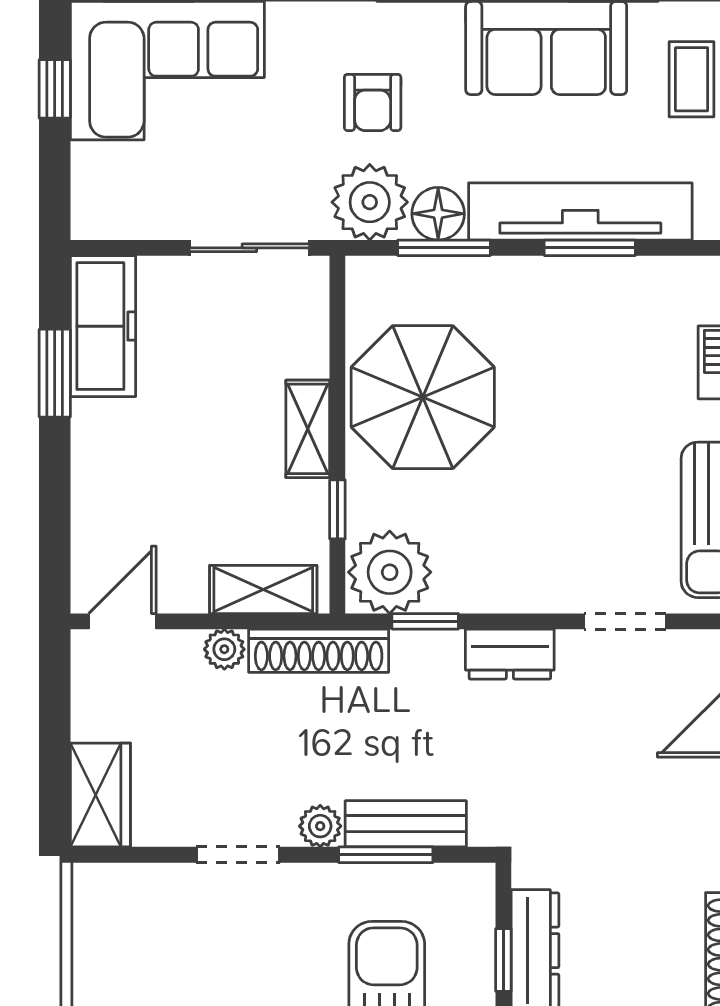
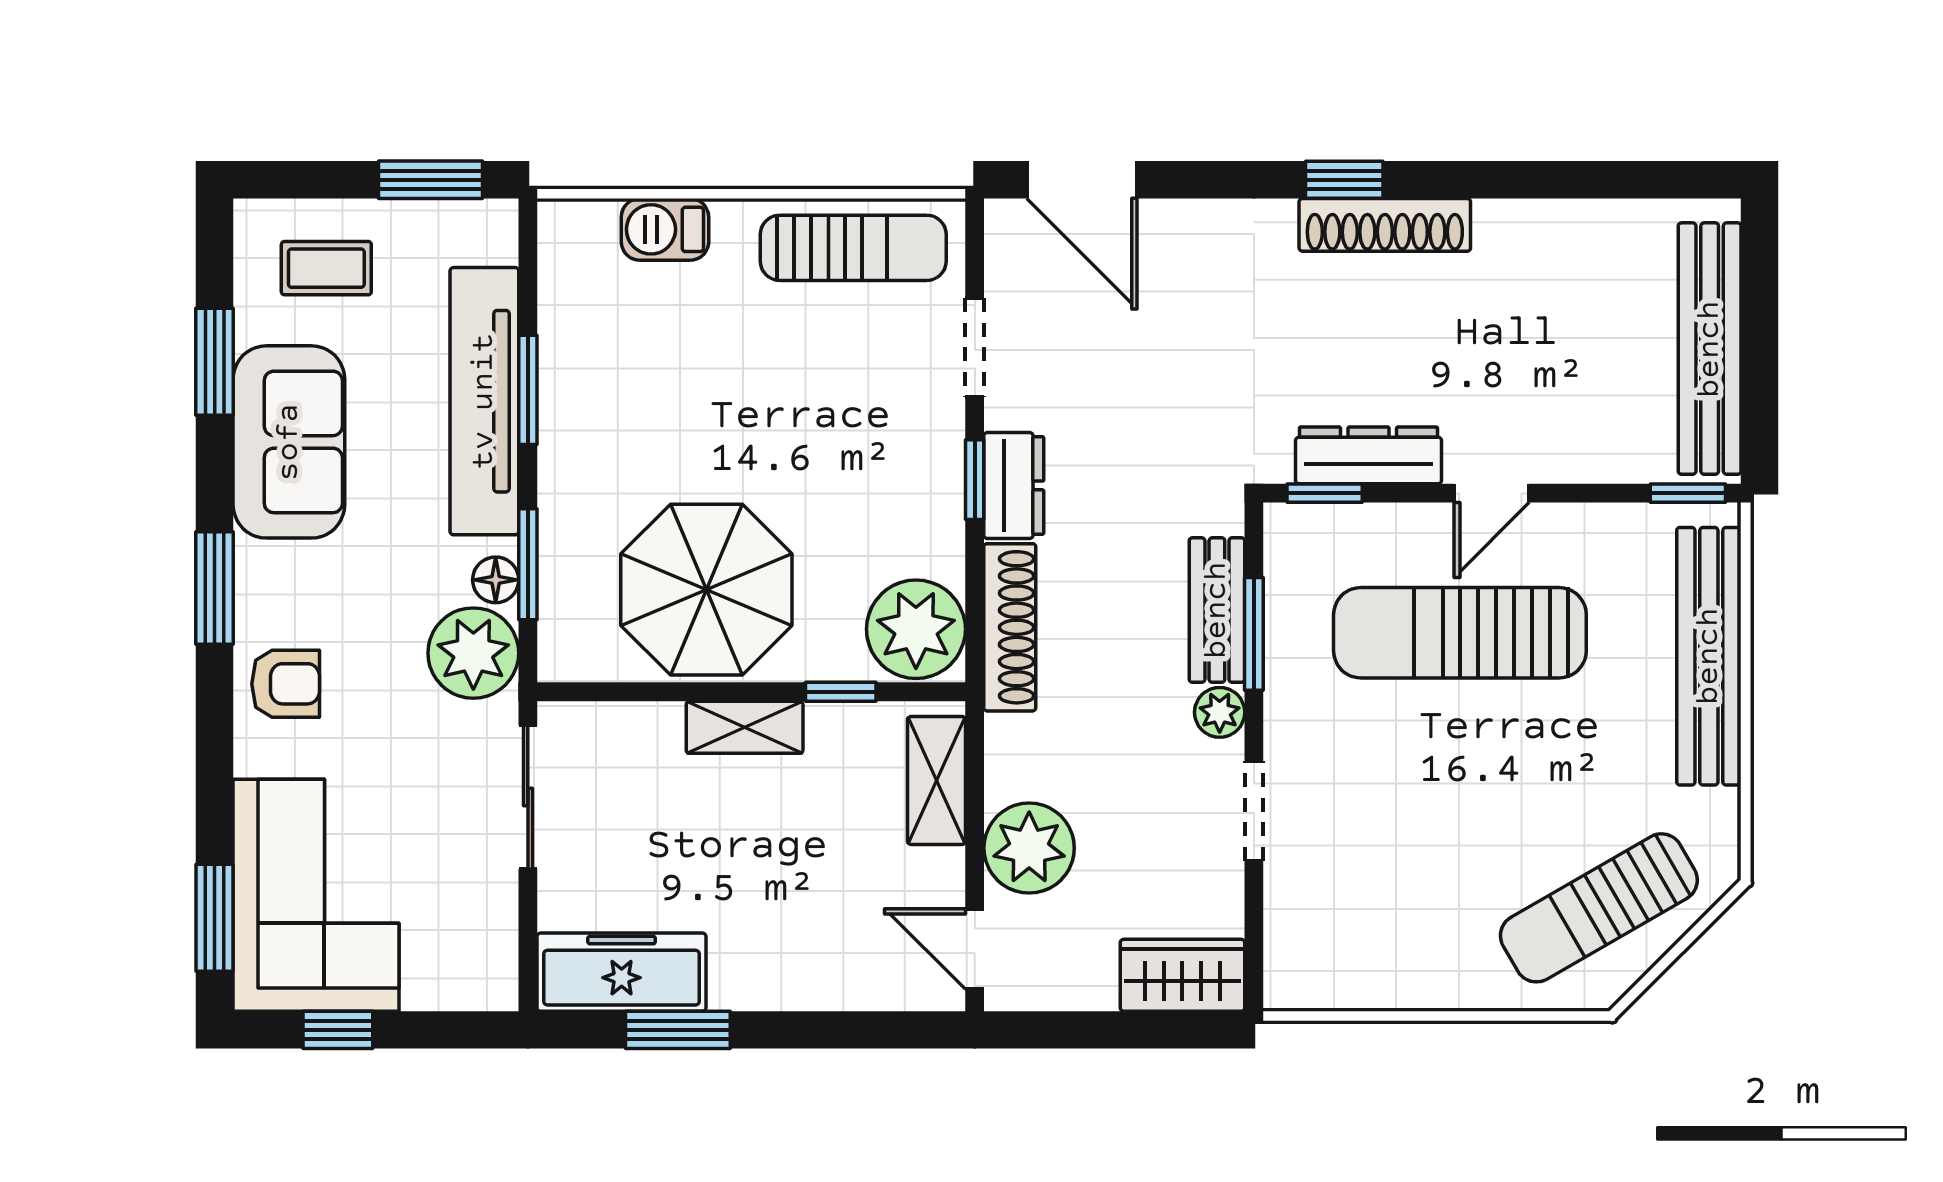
armchair: (373, 102) -> (286, 684), moved
floor lamp: (438, 214) -> (496, 580), width x0.73, depth x0.73
window: (425, 621) -> (975, 480), moved
plant: (224, 649) -> (1029, 848), width x1.87, depth x1.87
shoe rack: (319, 651) -> (1010, 627), moved
window: (503, 960) -> (1325, 493), moved

